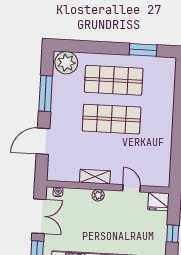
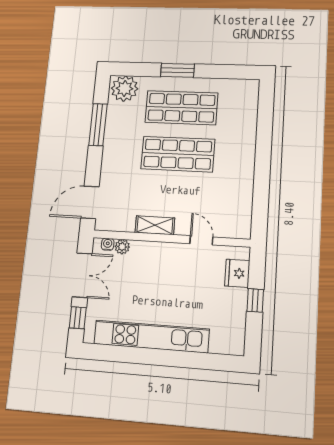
window: (143, 50) -> (177, 70), moved
door: (43, 141) -> (90, 202), moved
plant: (98, 195) -> (122, 247), moved
fridge: (158, 201) -> (237, 273), moved, turned 90

